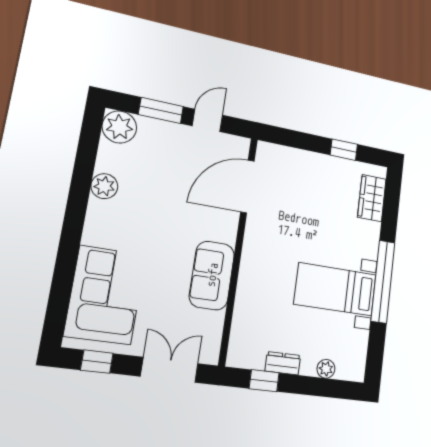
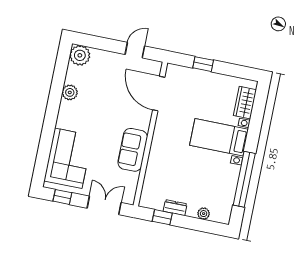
window: (161, 110) -> (106, 44), removed
window: (344, 150) -> (203, 64), moved
door: (247, 186) -> (159, 94), hinge flipped
window: (383, 282) -> (244, 179), moved
bed with nightstands: (335, 289) -> (219, 137), moved

